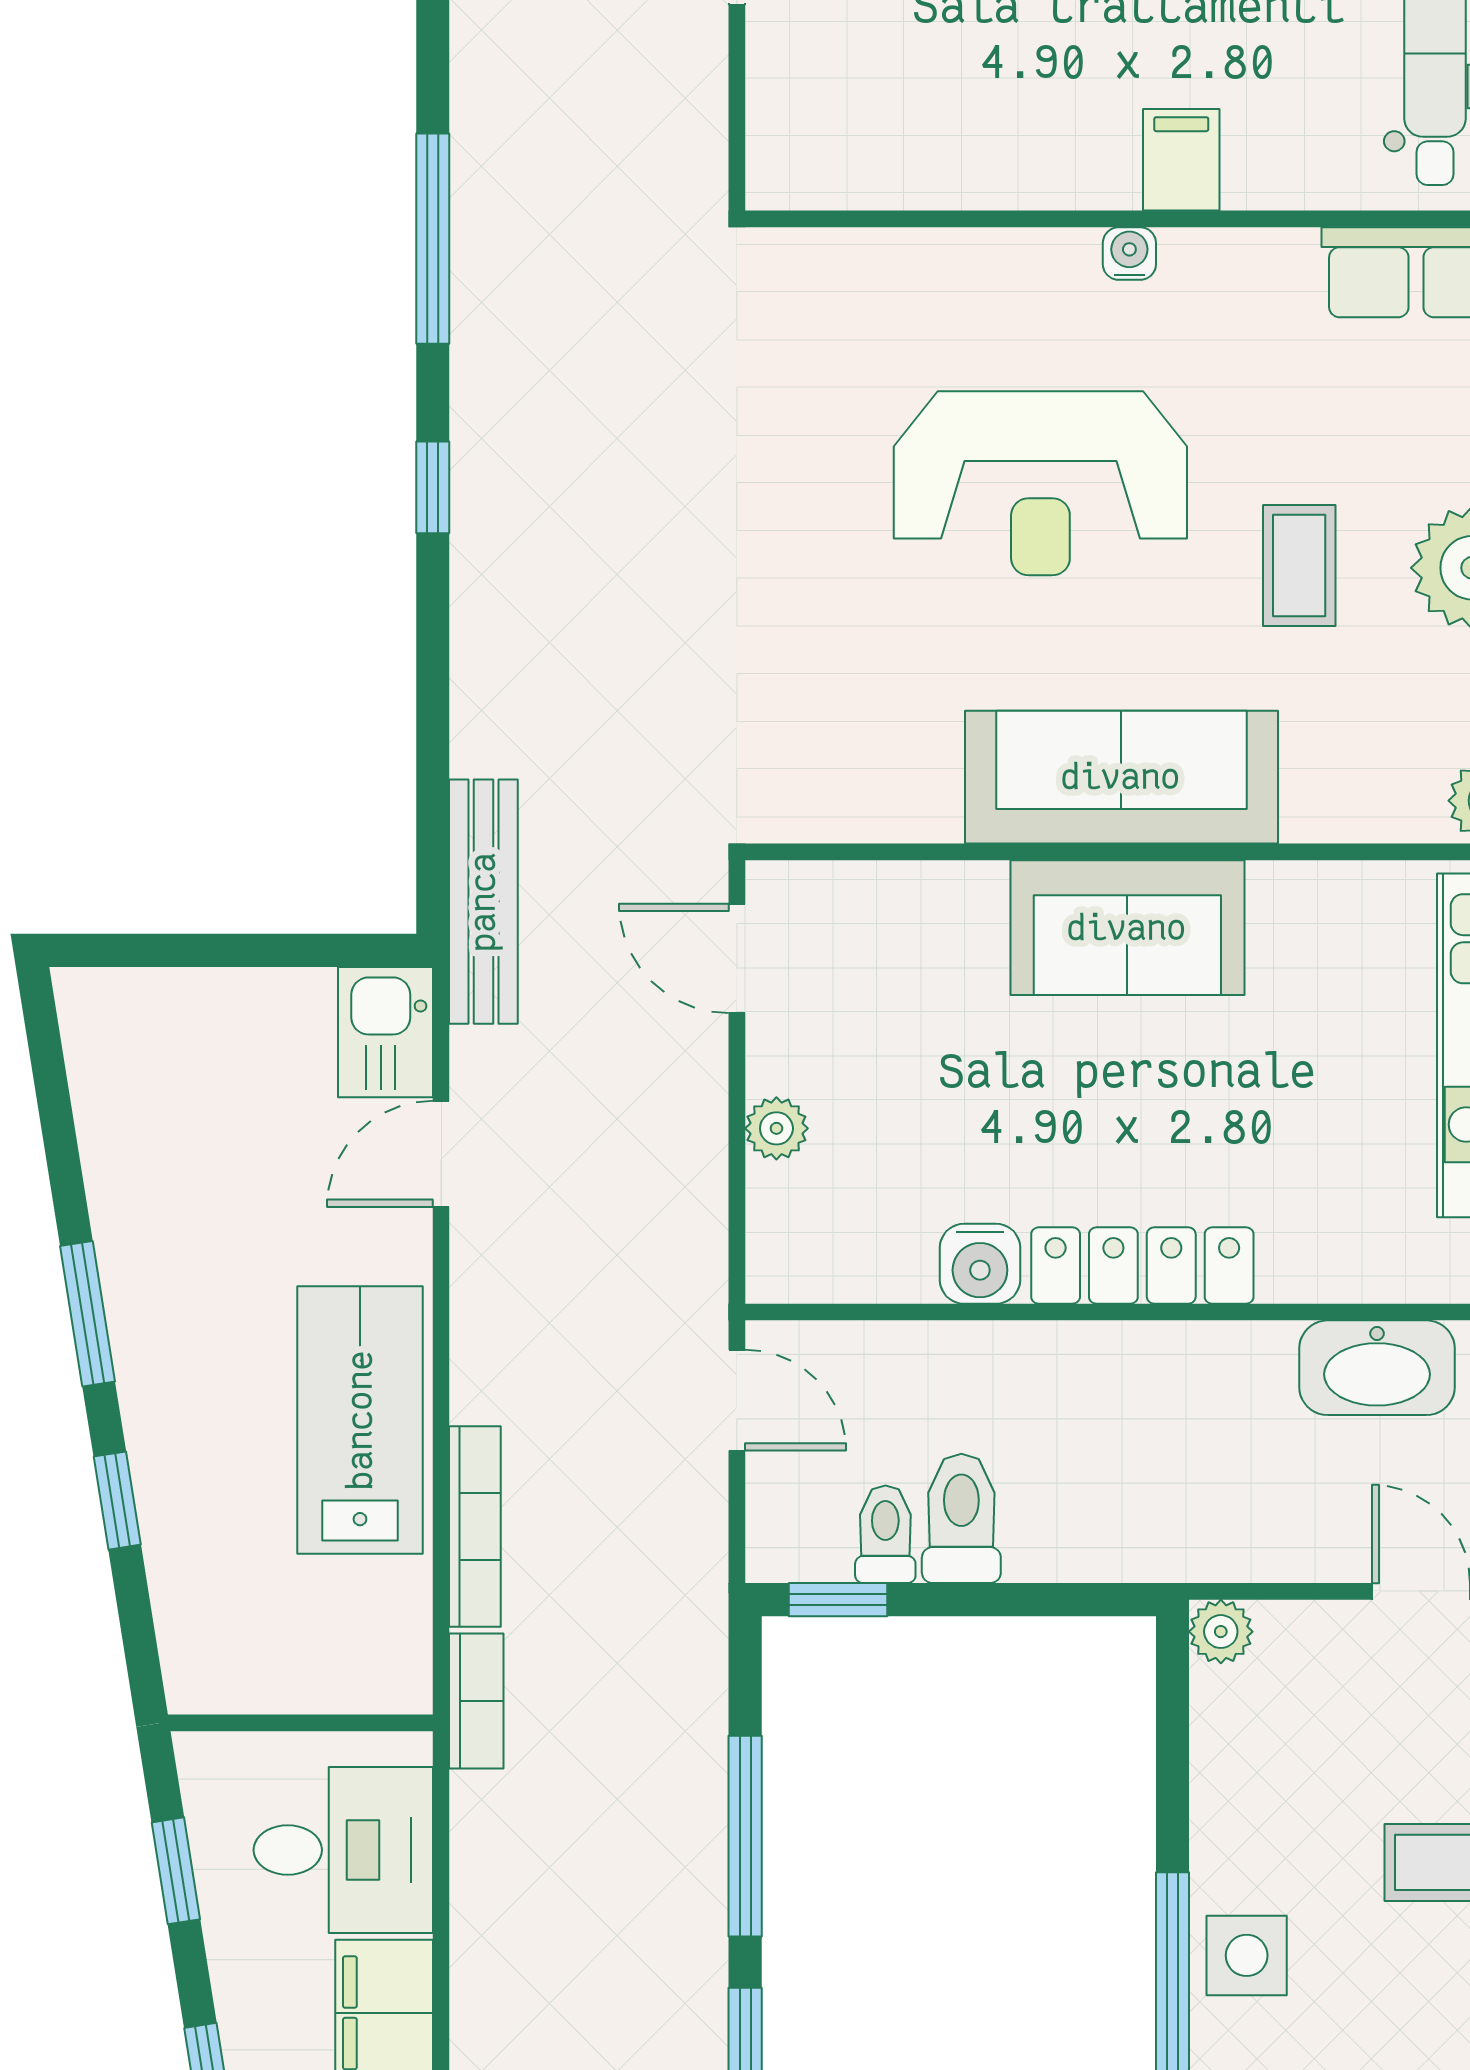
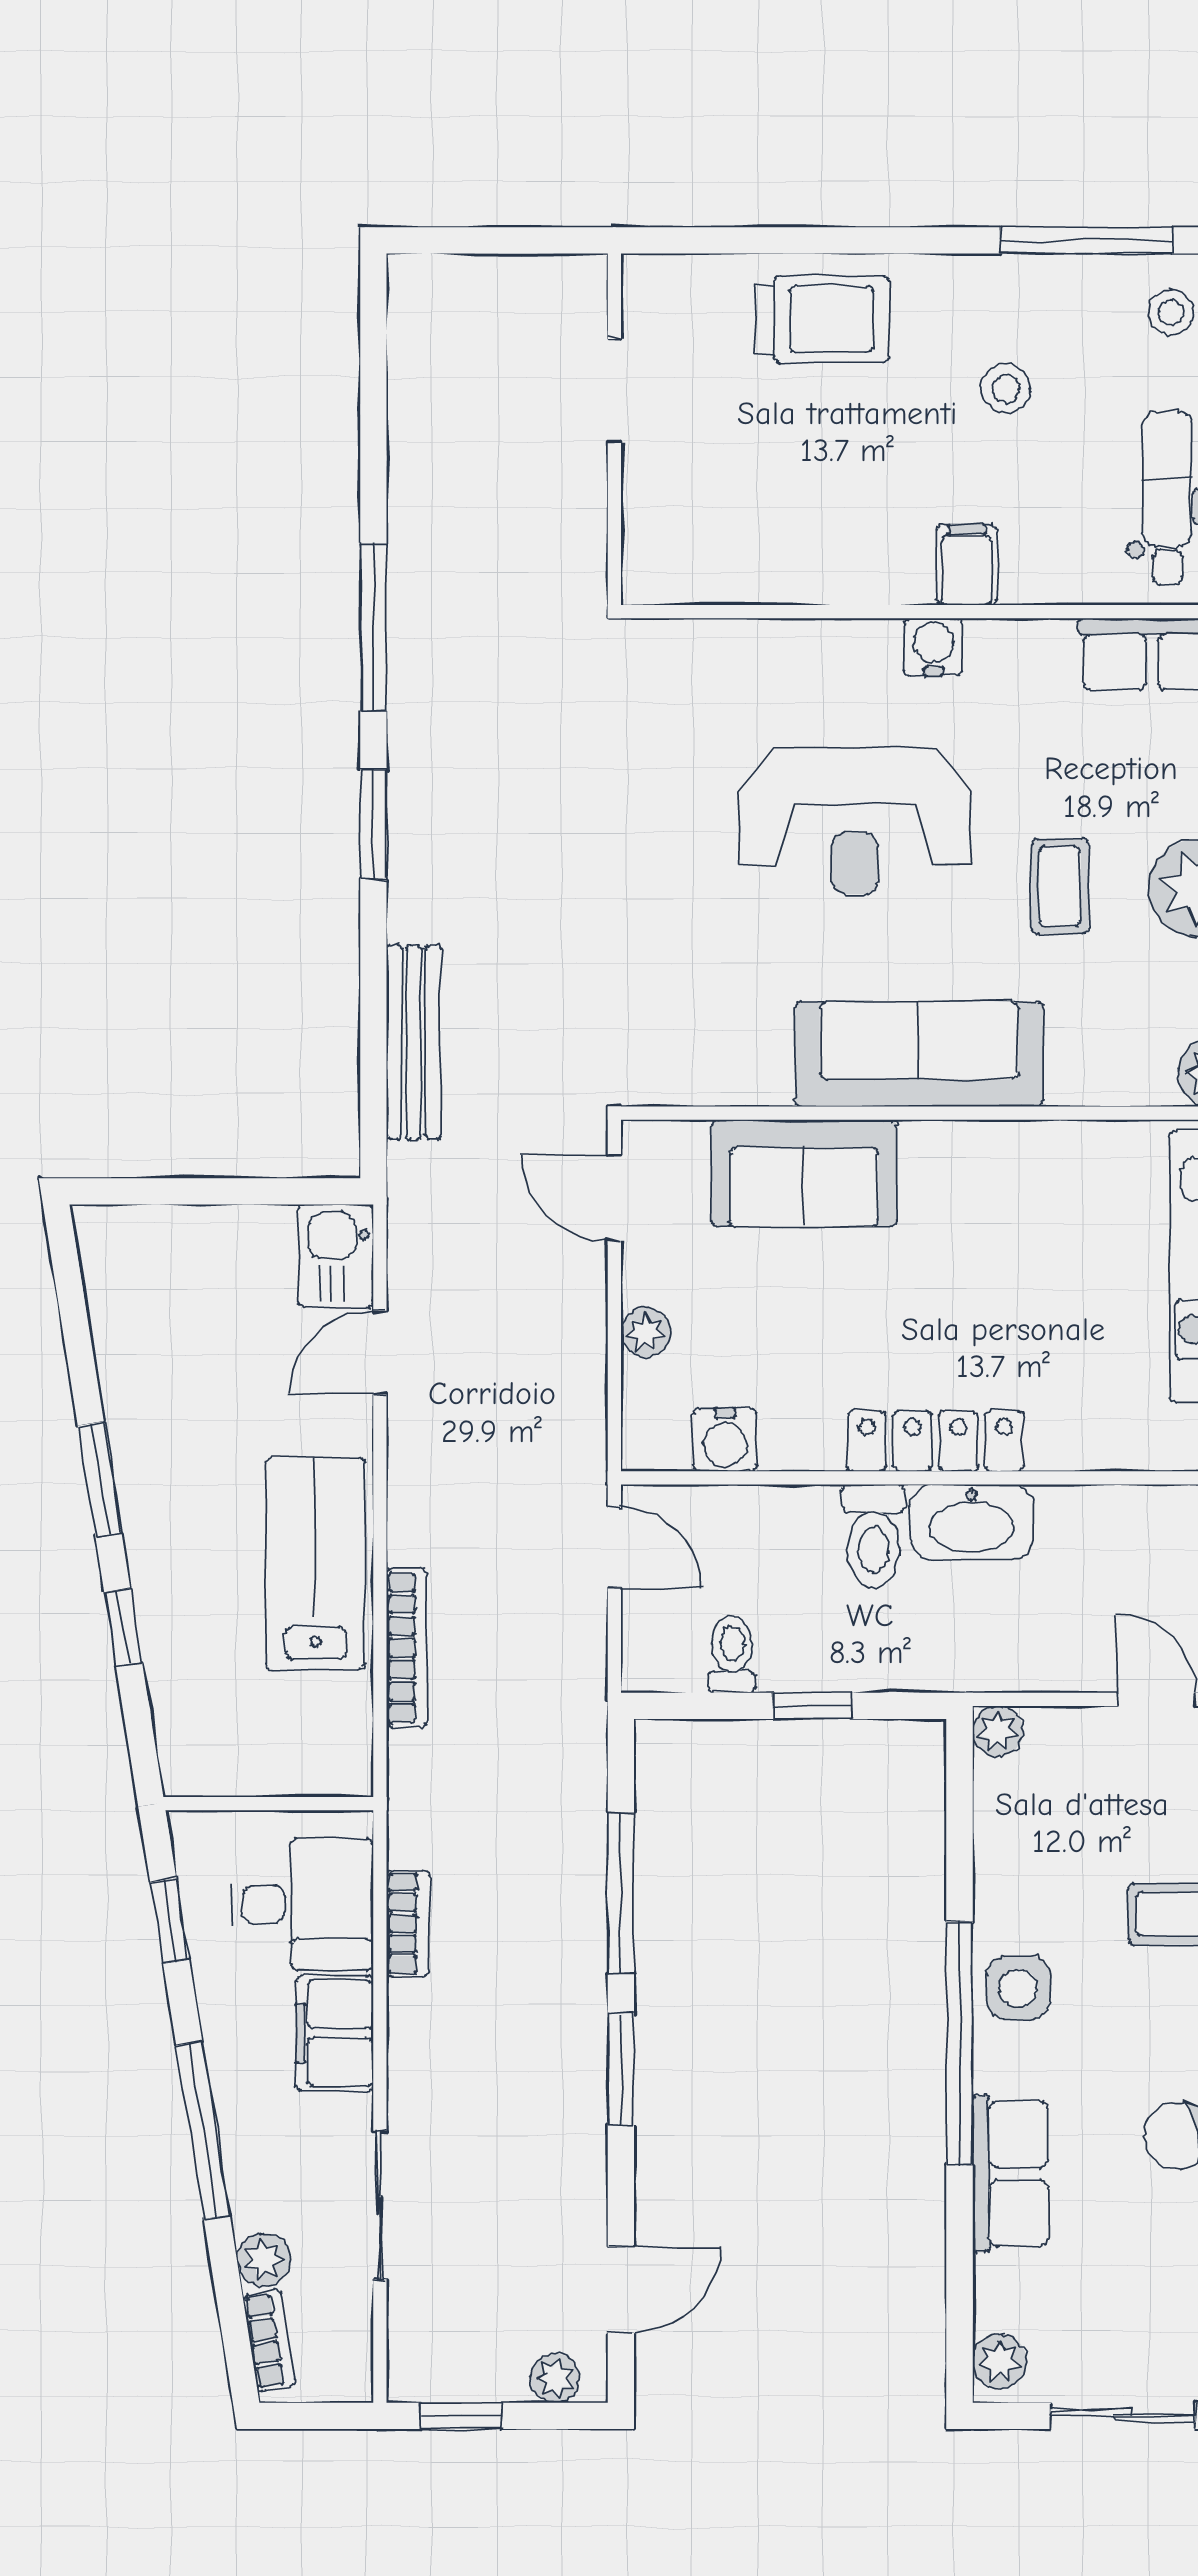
water cooler: (1129, 254) -> (933, 647), width x1.38, depth x1.38
window: (433, 487) -> (373, 824), width x1.50
bench: (483, 902) -> (413, 1042), moved
sofa: (1127, 928) -> (804, 1173), moved
water cooler: (980, 1264) -> (725, 1440), moved
washbasin: (1377, 1368) -> (972, 1522), moved
toilet: (961, 1518) -> (874, 1536), moved, turned 180
window: (838, 1600) -> (812, 1706), moved
bookcase: (476, 1701) -> (408, 1923), moved

